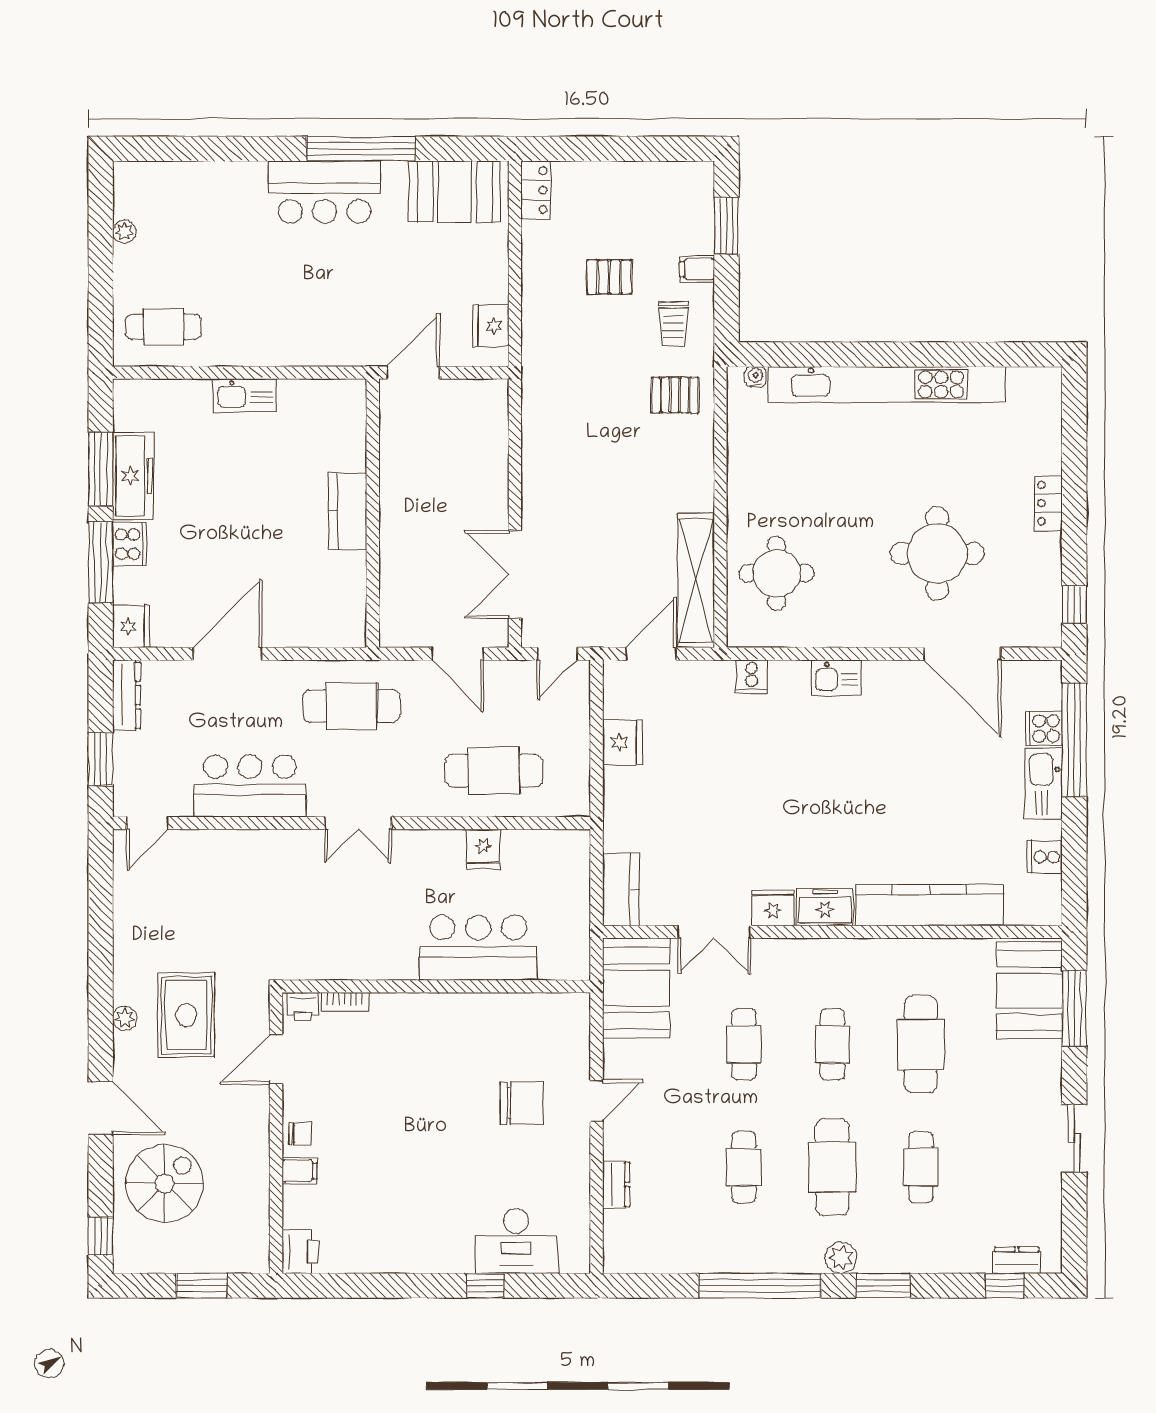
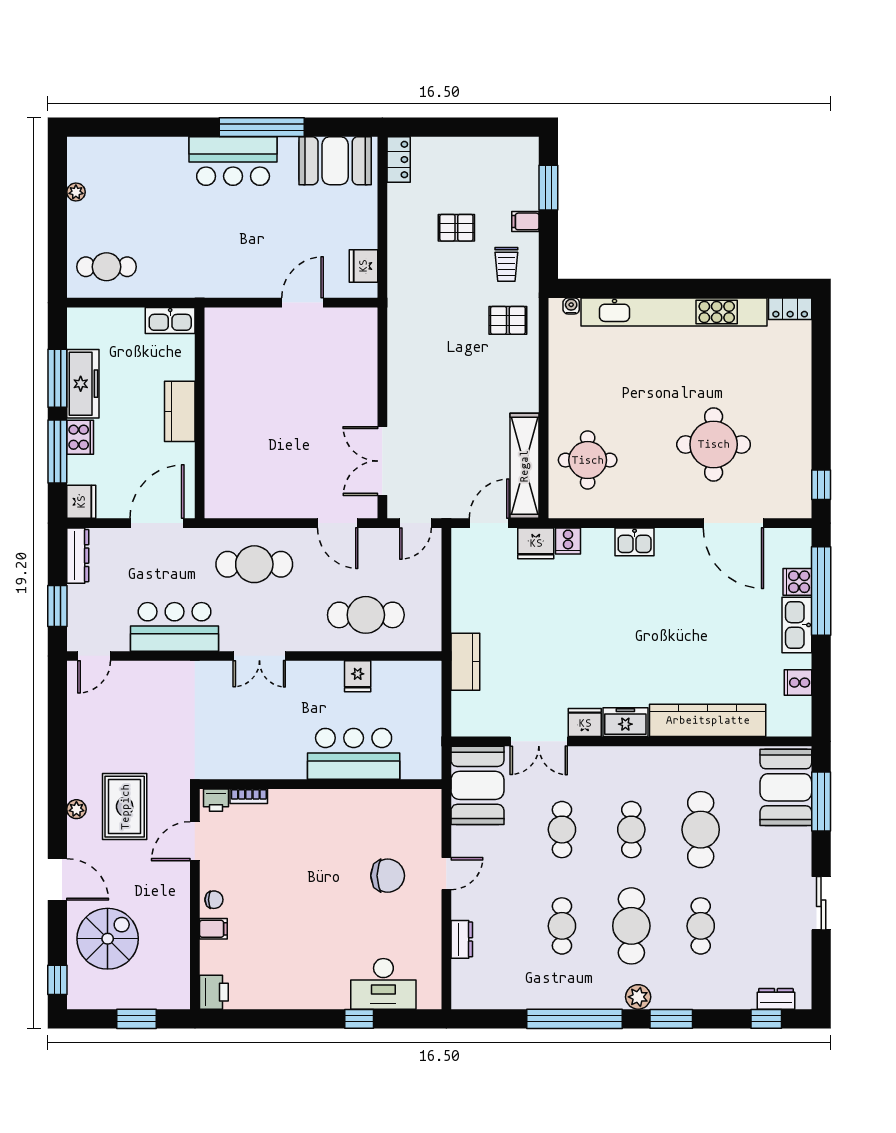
locker: (1048, 503) -> (790, 309), moved, turned -90
kitchen counter: (347, 511) -> (180, 411), moved
wall: (373, 513) -> (200, 413), moved
fridge: (622, 742) -> (536, 543), moved, turned 90
kitchen counter: (621, 889) -> (465, 662), moved

